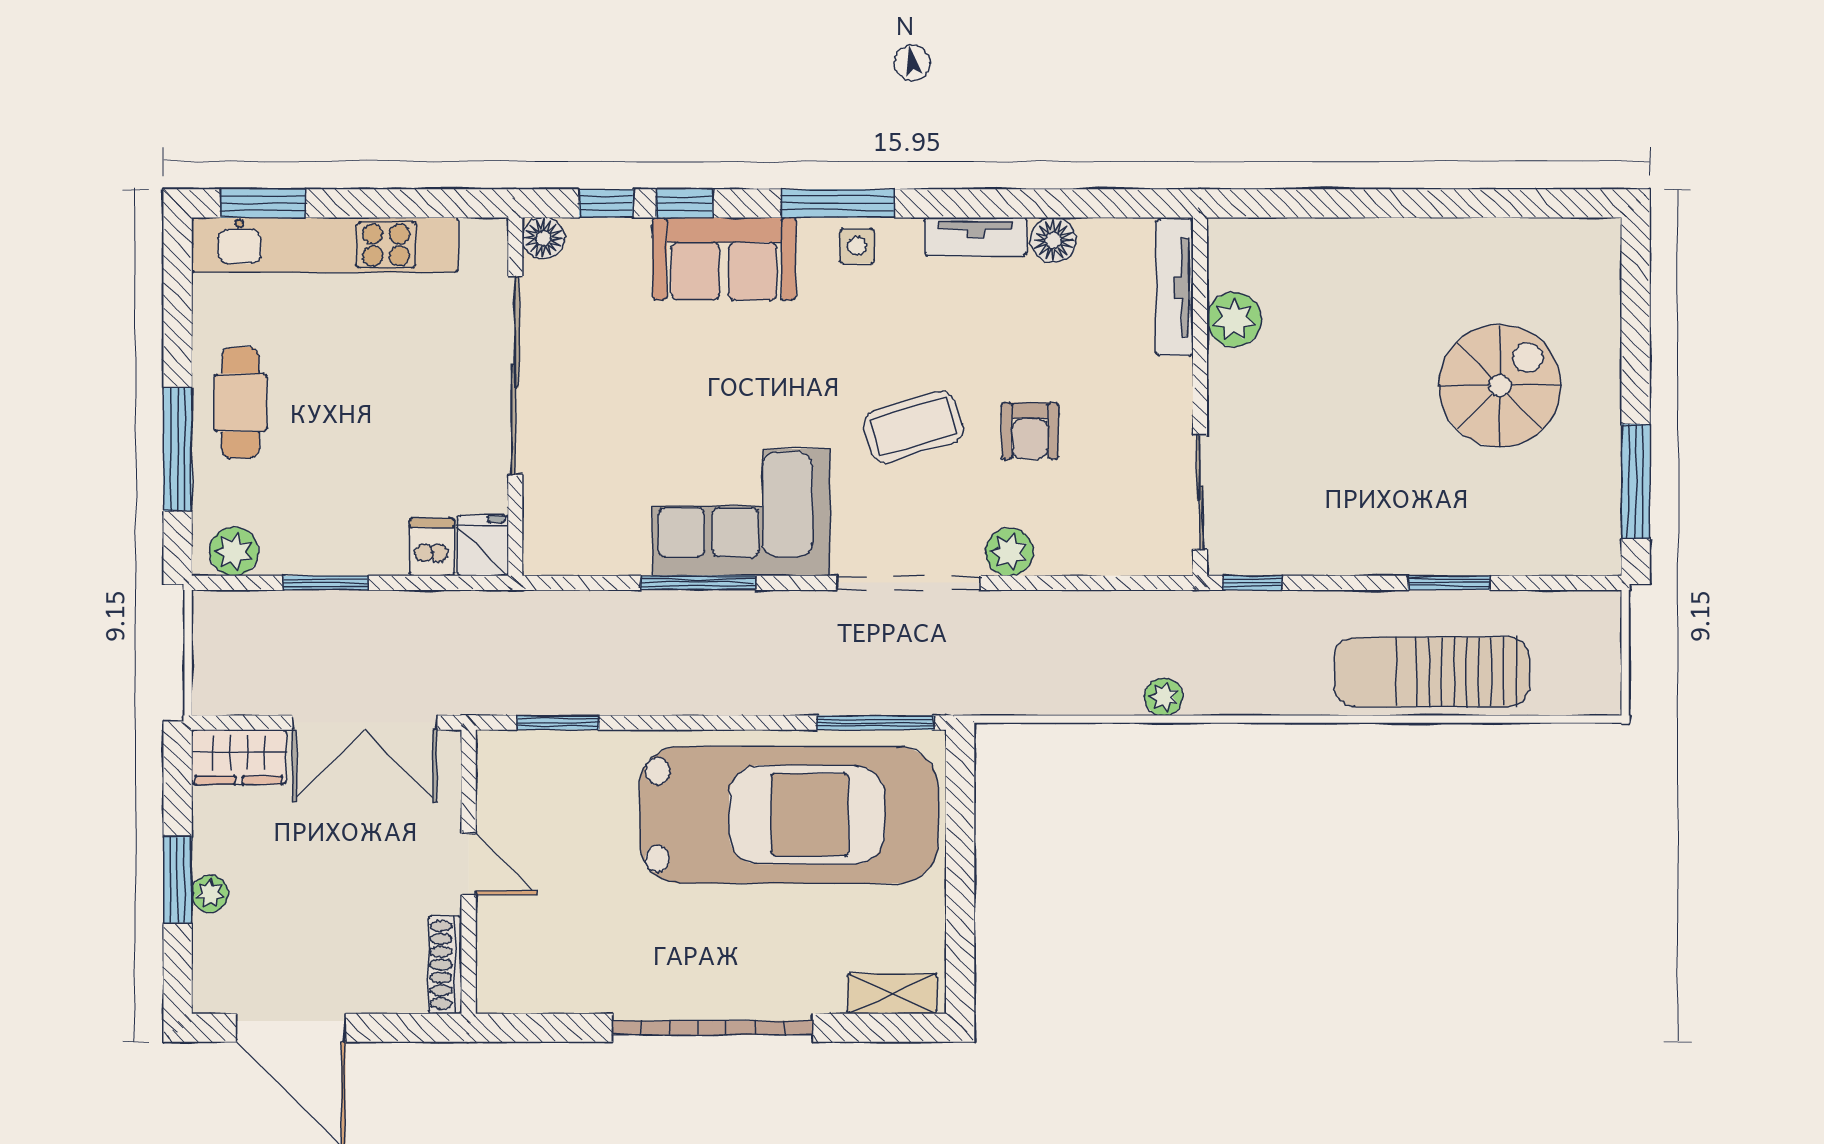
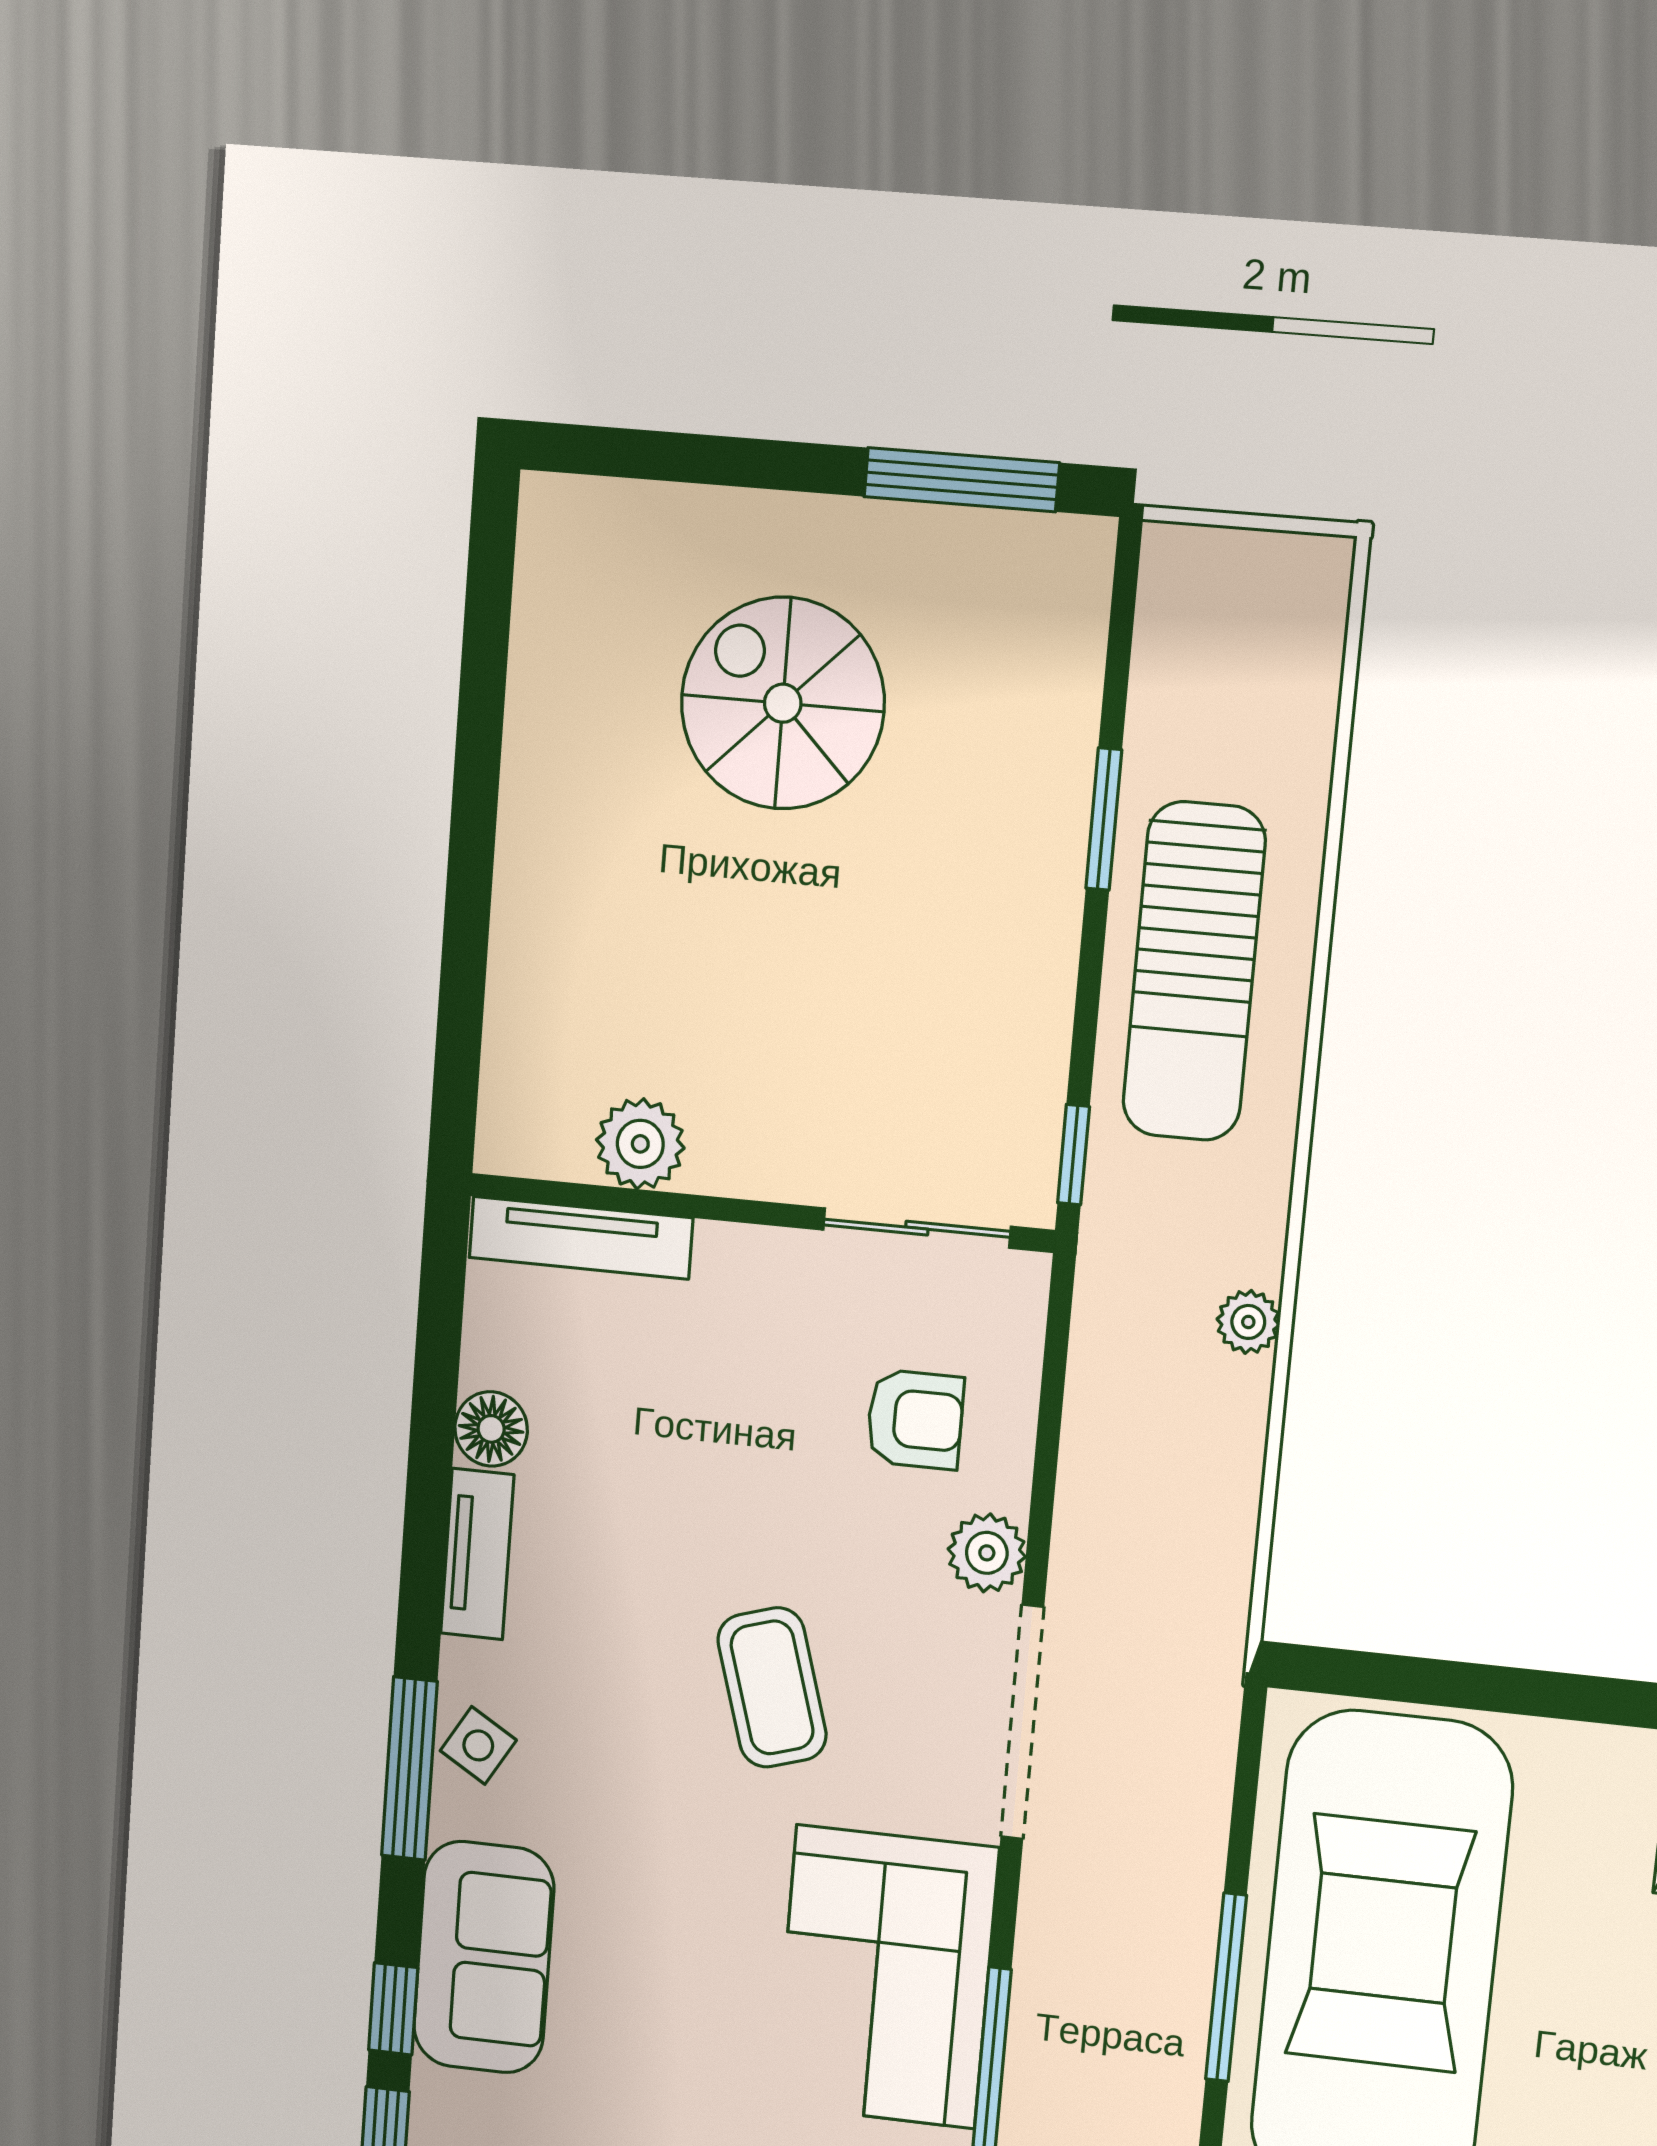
side table: (857, 246) -> (478, 1745), turned 31
armchair: (1030, 431) -> (915, 1419), moved
sun lounger: (1432, 672) -> (1194, 972), moved
window: (875, 723) -> (1226, 1987), moved

